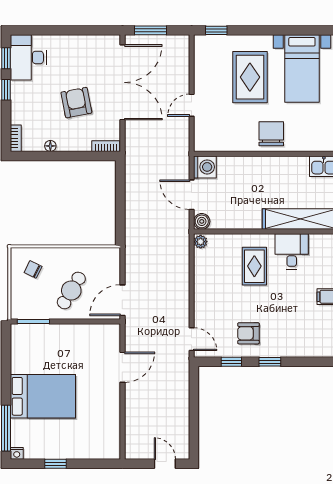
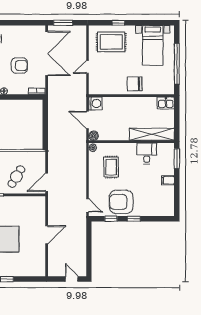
window: (216, 30) -> (118, 23), moved
rug: (250, 77) -> (111, 42), moved, turned 90
armchair: (76, 103) -> (19, 65), turned 101
chair: (271, 134) -> (135, 84), turned -91
rug: (254, 266) -> (111, 167), moved
armchair: (248, 333) -> (121, 202), width x1.88, depth x1.88
door: (122, 367) -> (47, 235), moved

